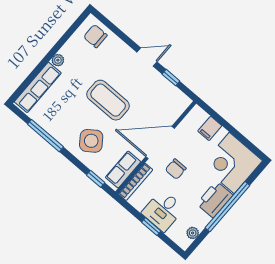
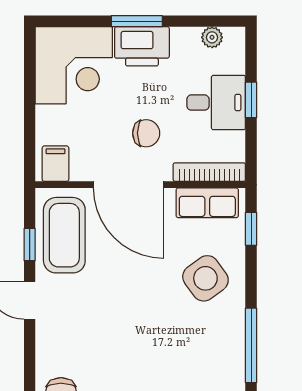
coffee table: (108, 100) -> (64, 235), moved
filing cabinet: (210, 128) -> (56, 164), moved, turned -90
window: (227, 207) -> (137, 21), width x0.47

